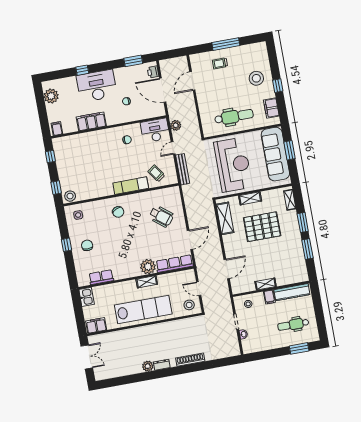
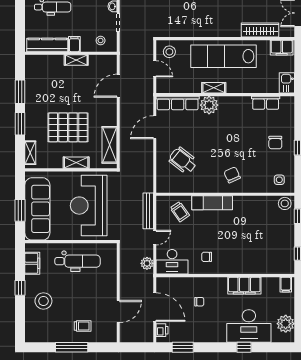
desk: (97, 86) -> (249, 326), moved
dental chair: (234, 117) -> (78, 261), turned 180
wardrobe: (117, 337) -> (260, 30), added

